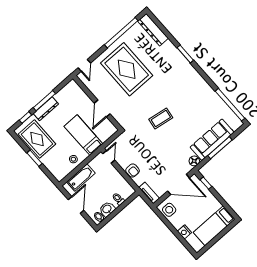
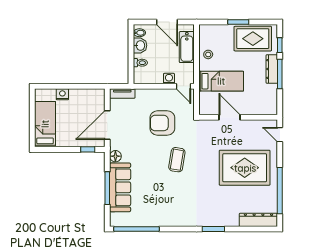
washing machine: (112, 171) -> (169, 79), added
armchair: (133, 171) -> (162, 123), moved, width x1.88, depth x1.88
side table: (169, 210) -> (93, 98), removed

